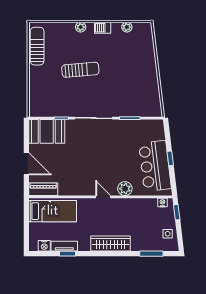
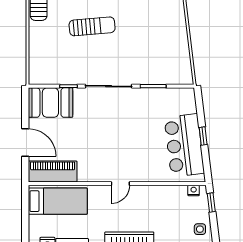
piano: (43, 189) -> (53, 172), width x1.37, depth x1.33
plant: (125, 189) -> (147, 173), removed
door: (103, 197) -> (120, 184), swing flipped

